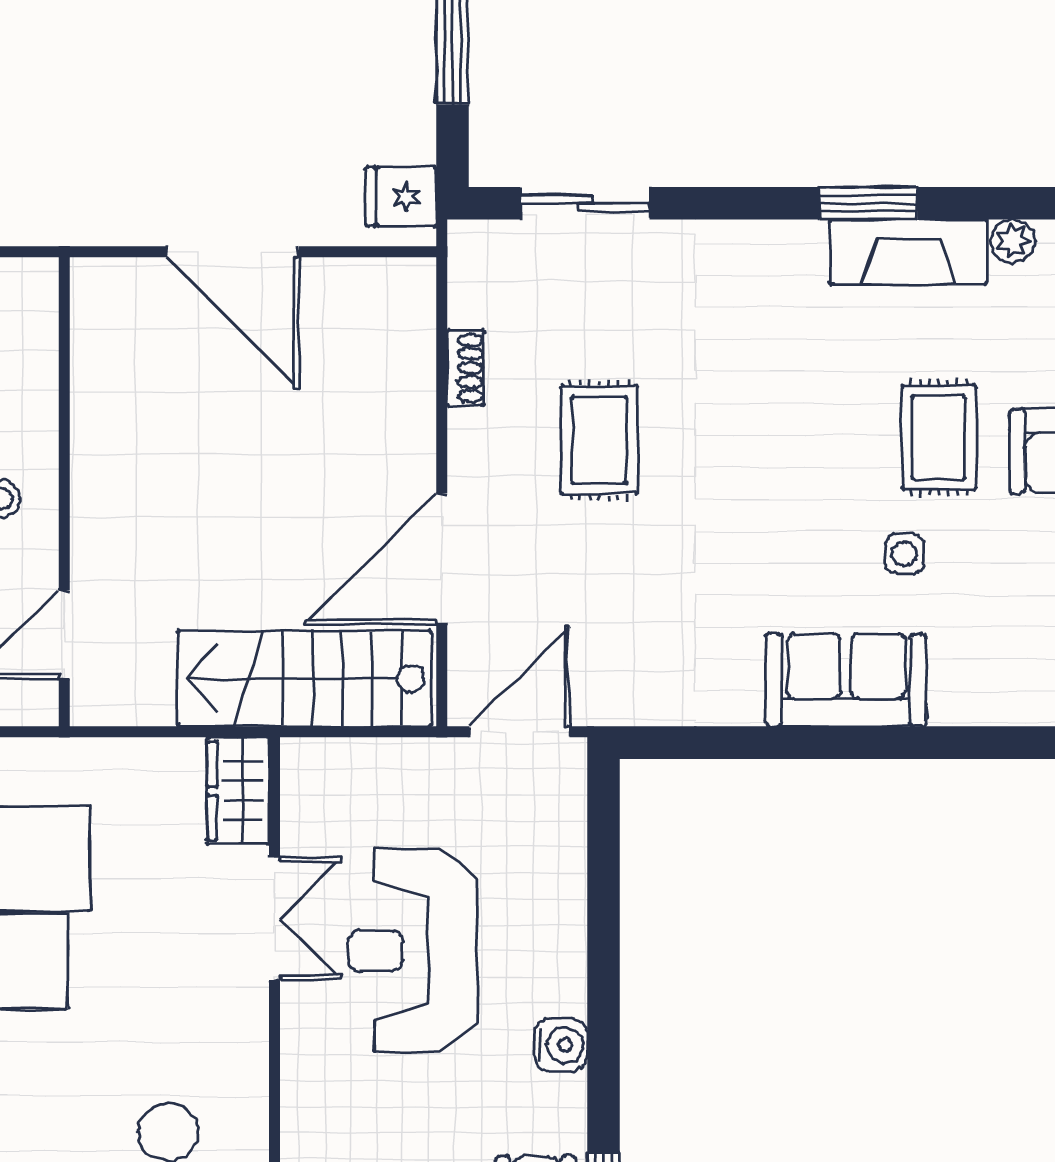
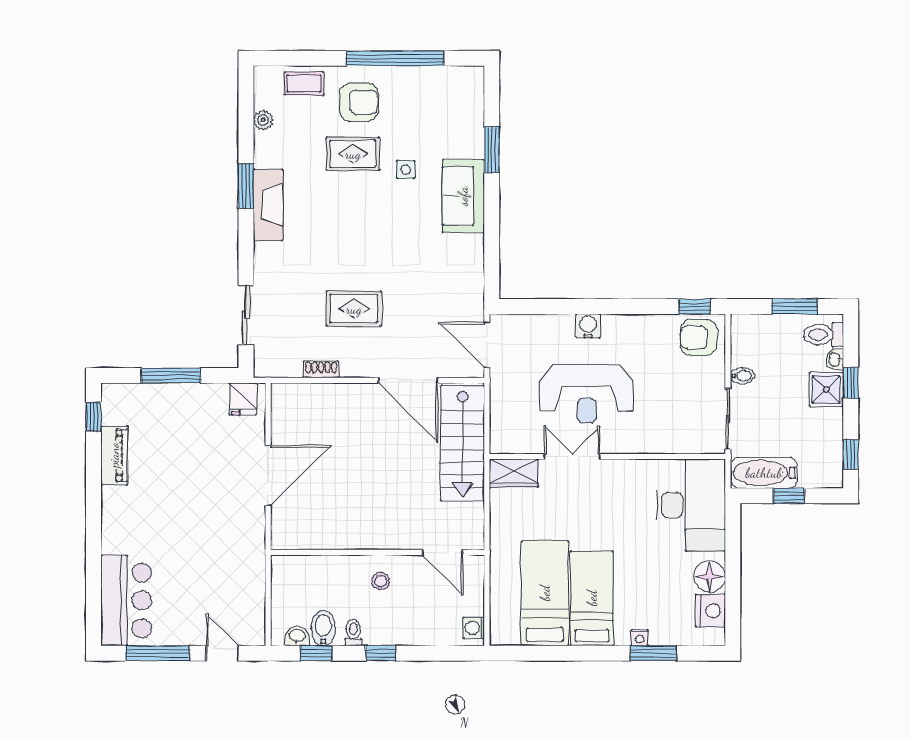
fireplace: (908, 252) -> (268, 205), moved
window: (947, 743) -> (492, 150), added
water cooler: (561, 1045) -> (588, 326), moved

